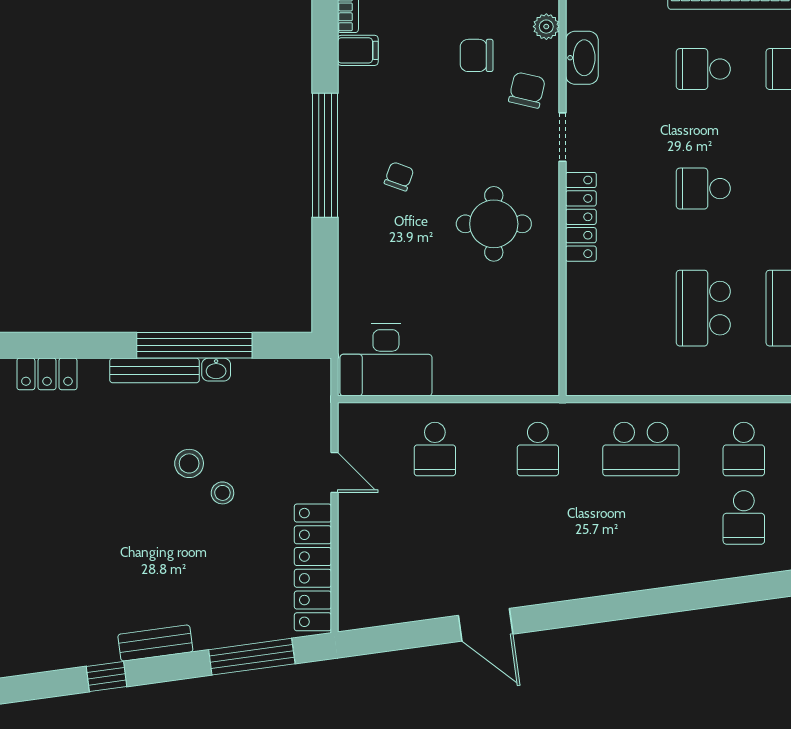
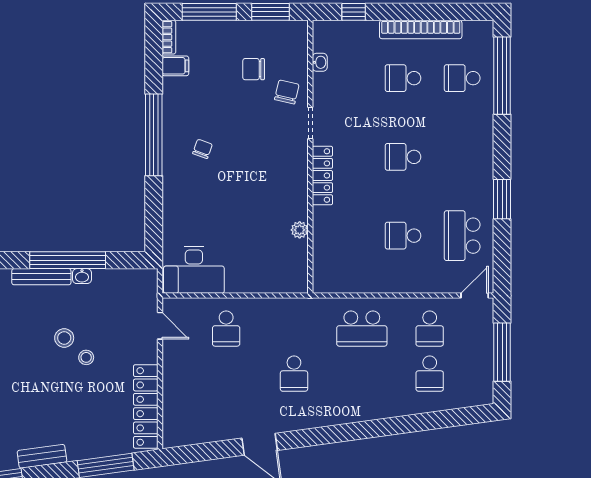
plant: (546, 27) -> (300, 230), moved
washbasin: (582, 58) -> (320, 62), width x0.52, depth x0.69
round table: (494, 224) -> (265, 180), removed
school desk: (703, 308) -> (403, 236), width x0.54
school desk: (538, 449) -> (294, 374), moved
door: (334, 472) -> (160, 326), moved

